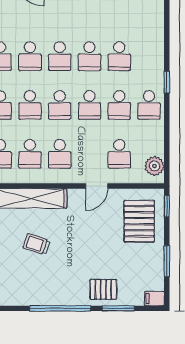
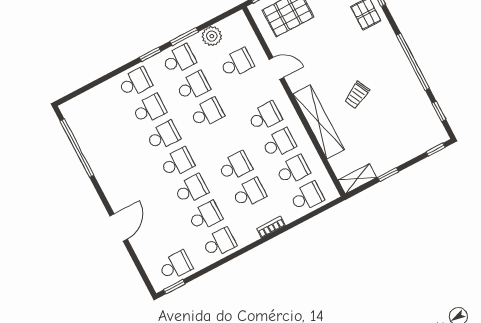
school desk: (60, 105) -> (135, 83), moved
window: (167, 120) -> (184, 37), added
plant: (155, 166) -> (212, 36), moved
trolley: (36, 244) -> (357, 95), turned 45
window: (60, 308) -> (413, 62), moved

